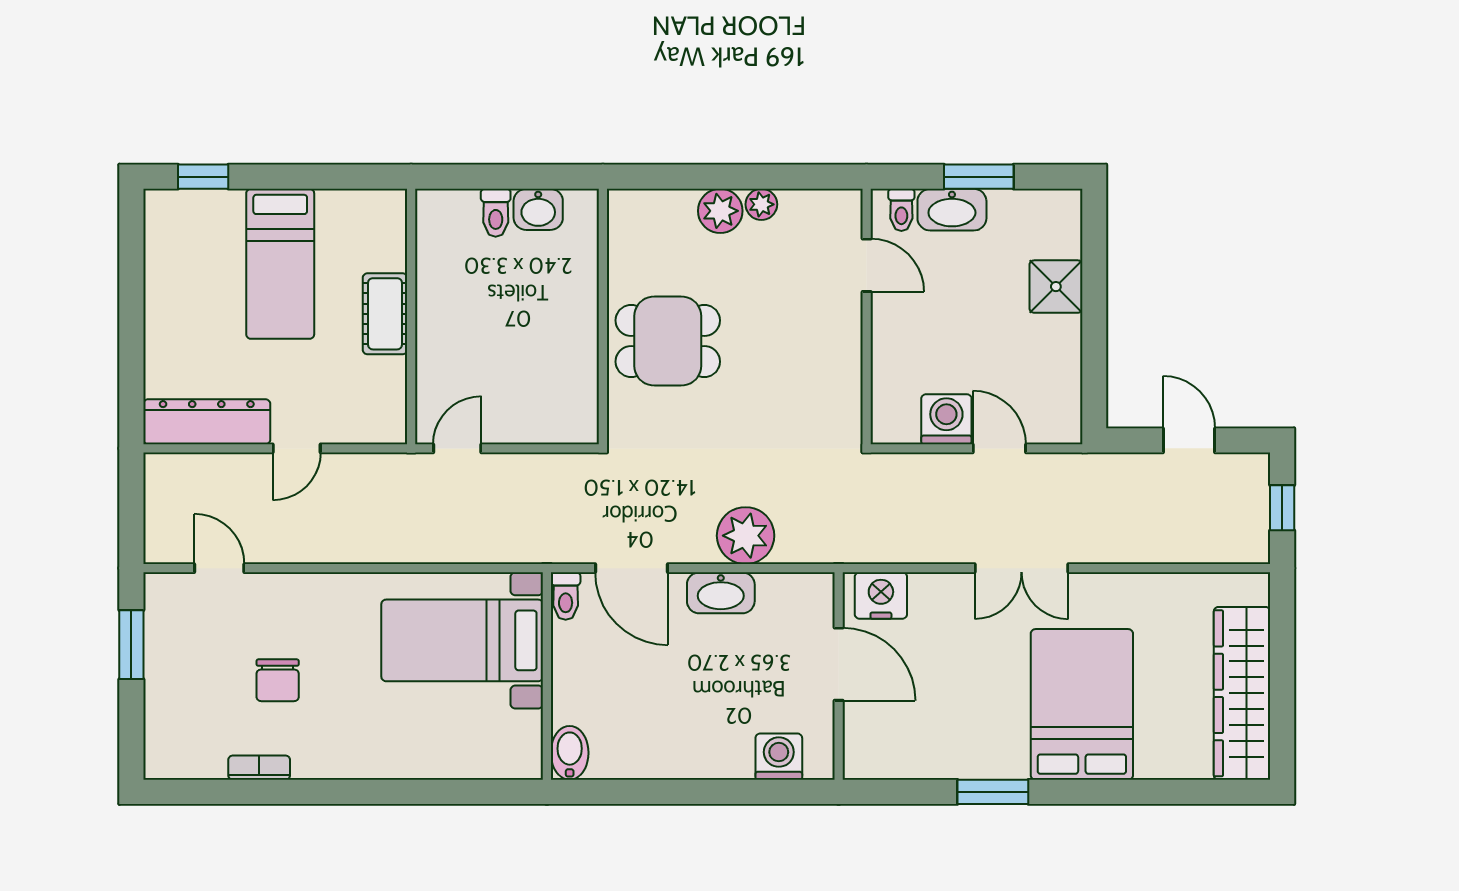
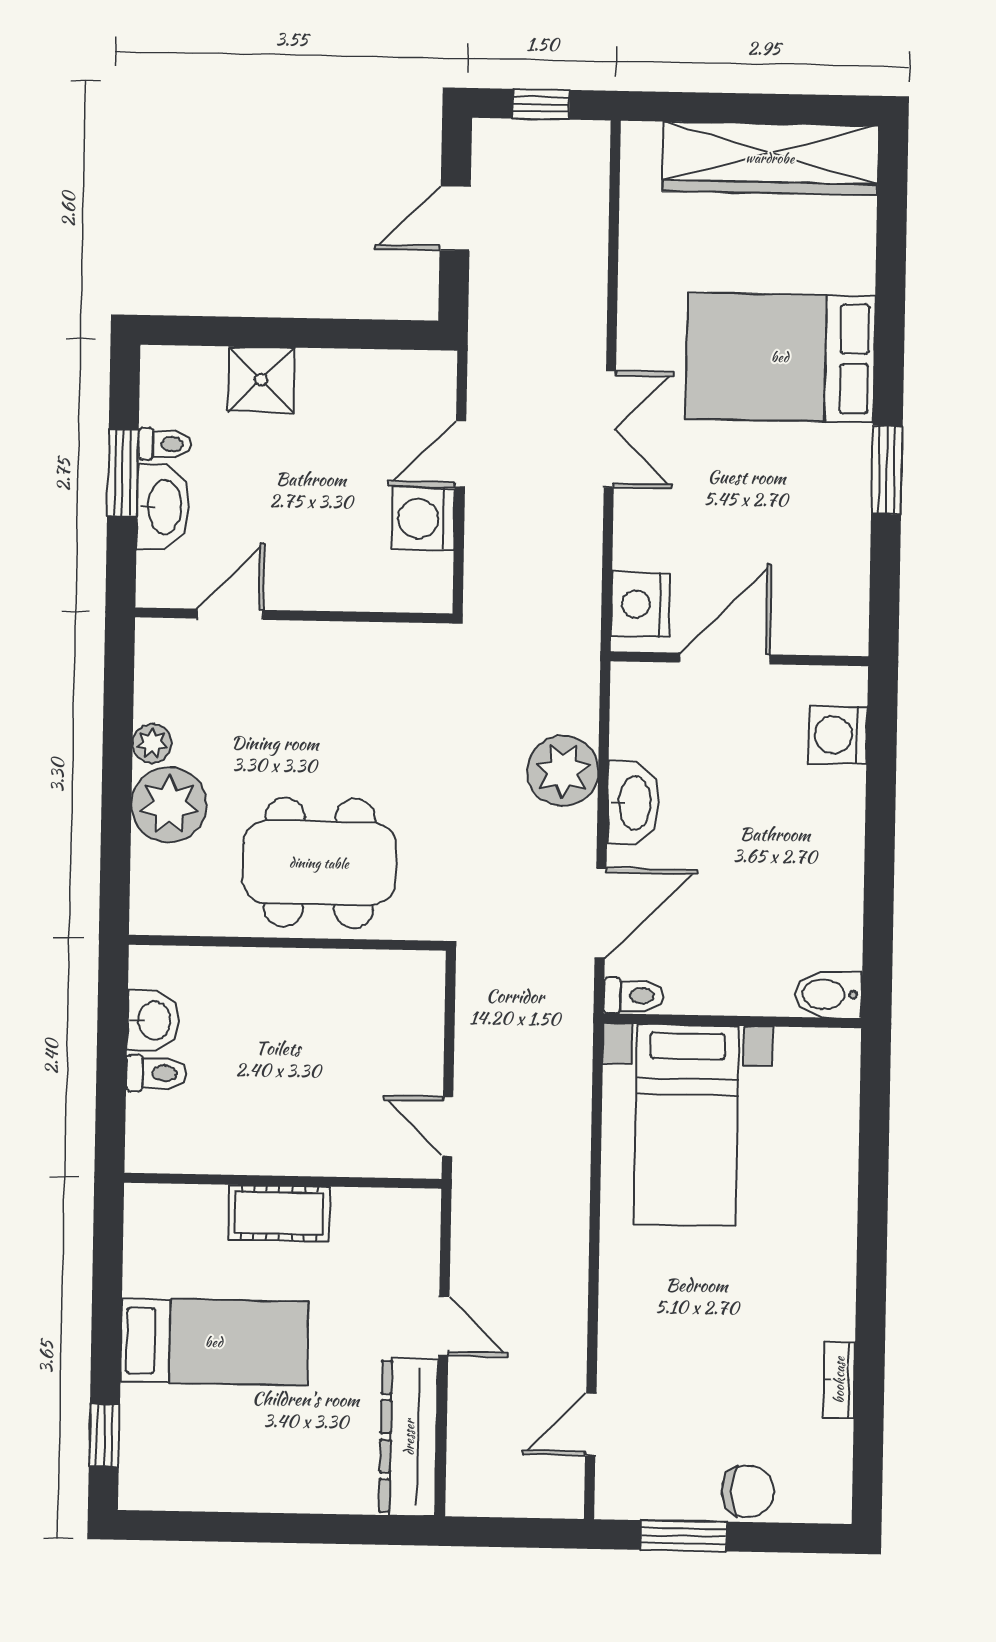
toilet: (901, 210) -> (165, 444), moved
plant: (720, 211) -> (169, 805), width x1.36, depth x1.36
dining table: (668, 341) -> (319, 863), width x1.38
chair: (278, 680) -> (748, 1491), moved

